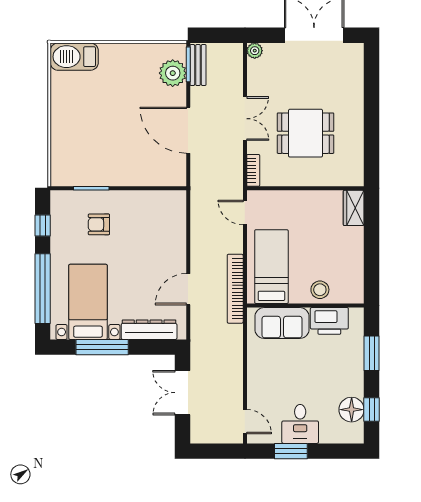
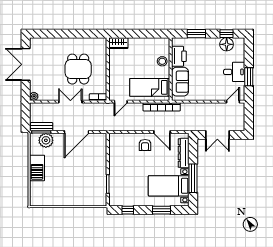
barbecue: (74, 57) -> (37, 168), moved
armchair: (99, 224) -> (145, 145), moved
window: (43, 289) -> (162, 210), width x0.47

